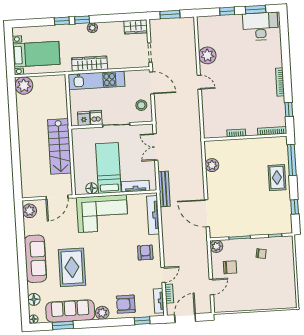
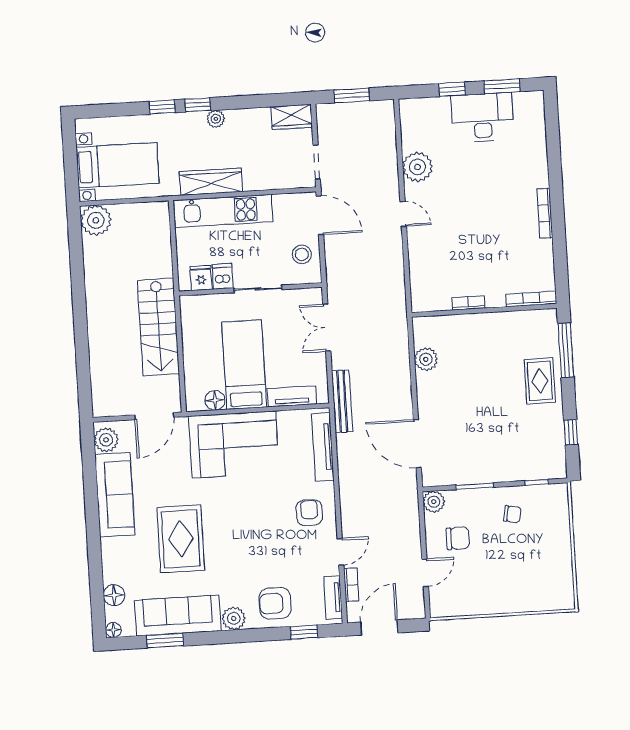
desk: (260, 26) -> (482, 117), moved
window: (289, 110) -> (560, 262), removed
sofa: (35, 259) -> (115, 495), moved

